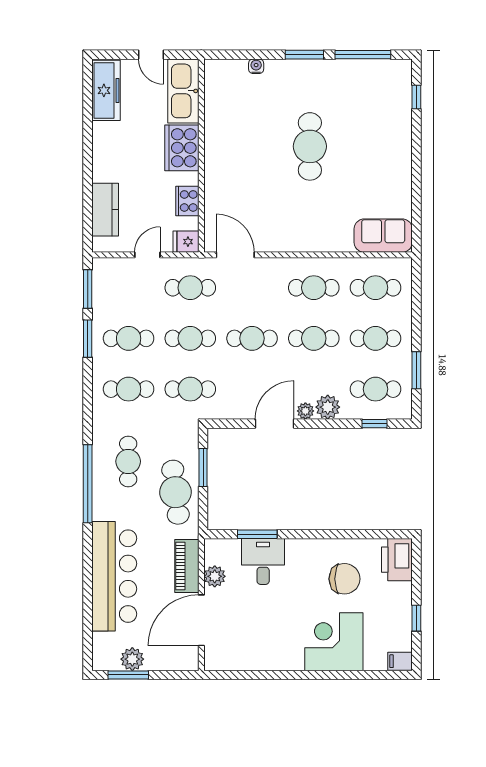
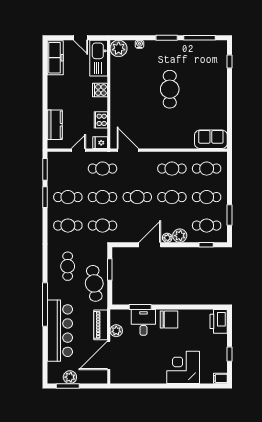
plant: (219, 74) -> (119, 48), added
cooker: (182, 148) -> (100, 90), width x0.53, depth x0.76
window: (88, 484) -> (45, 305), moved
chair: (344, 579) -> (169, 319), moved

